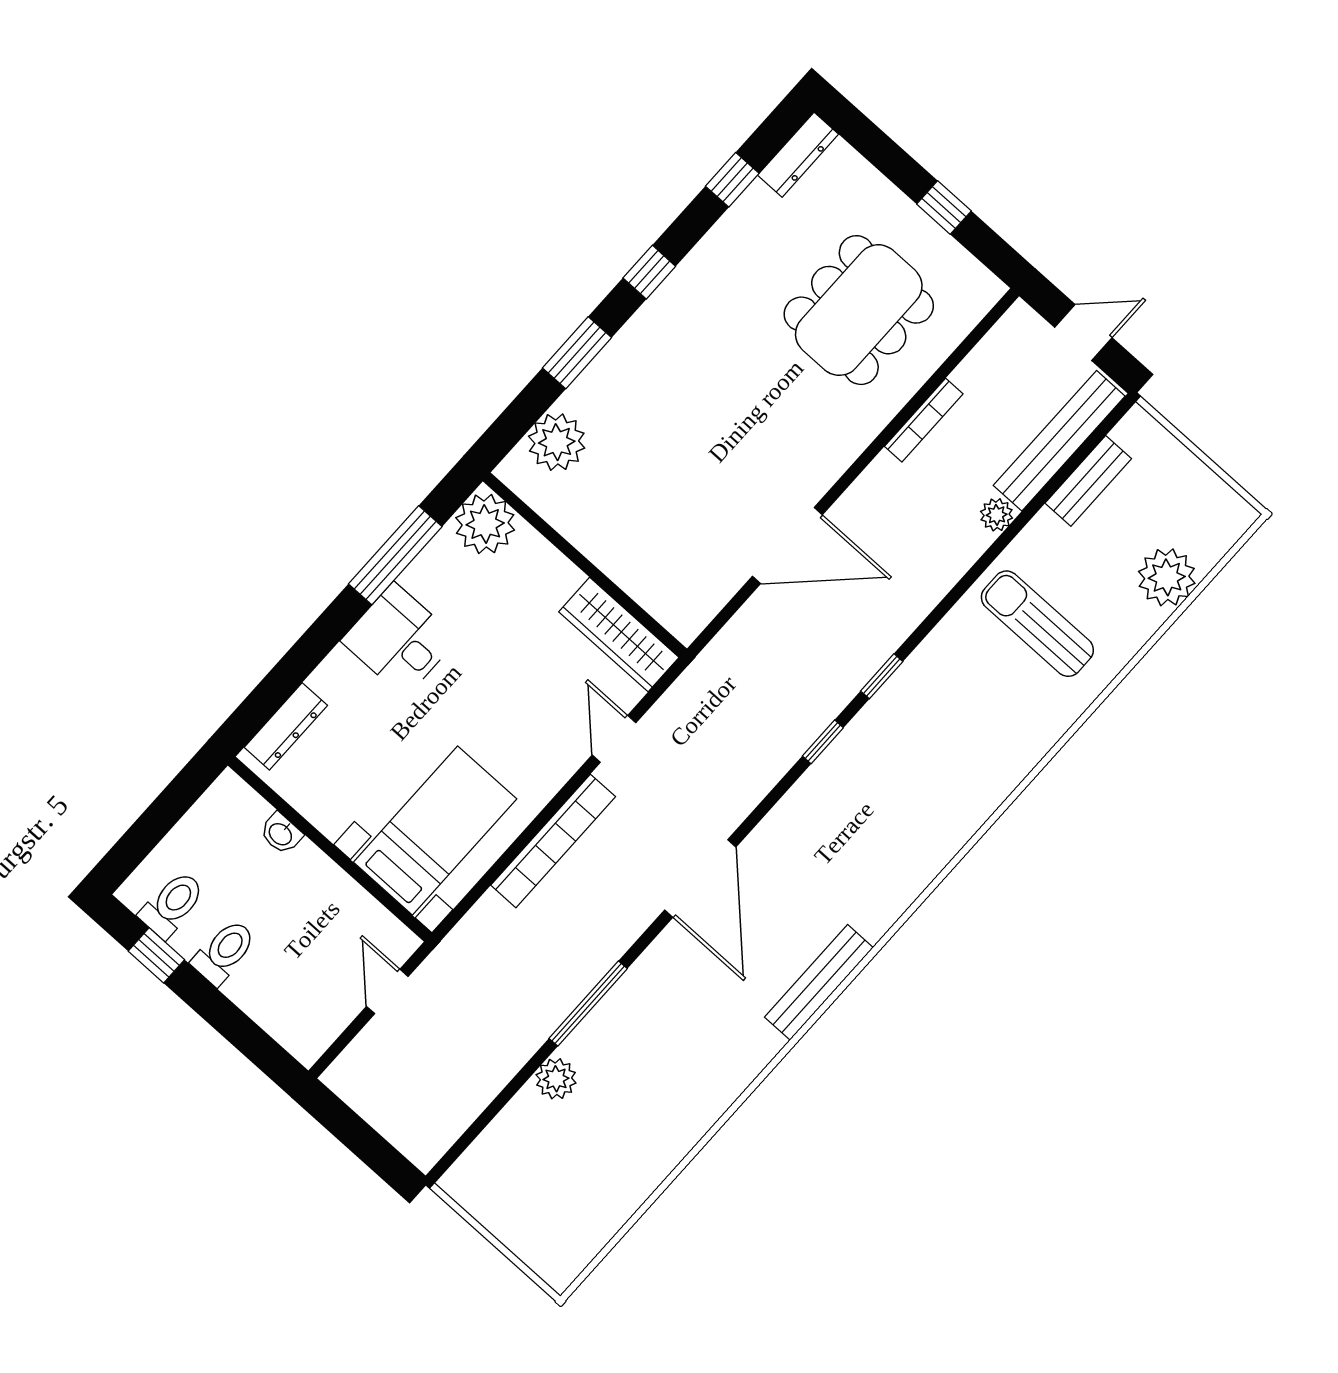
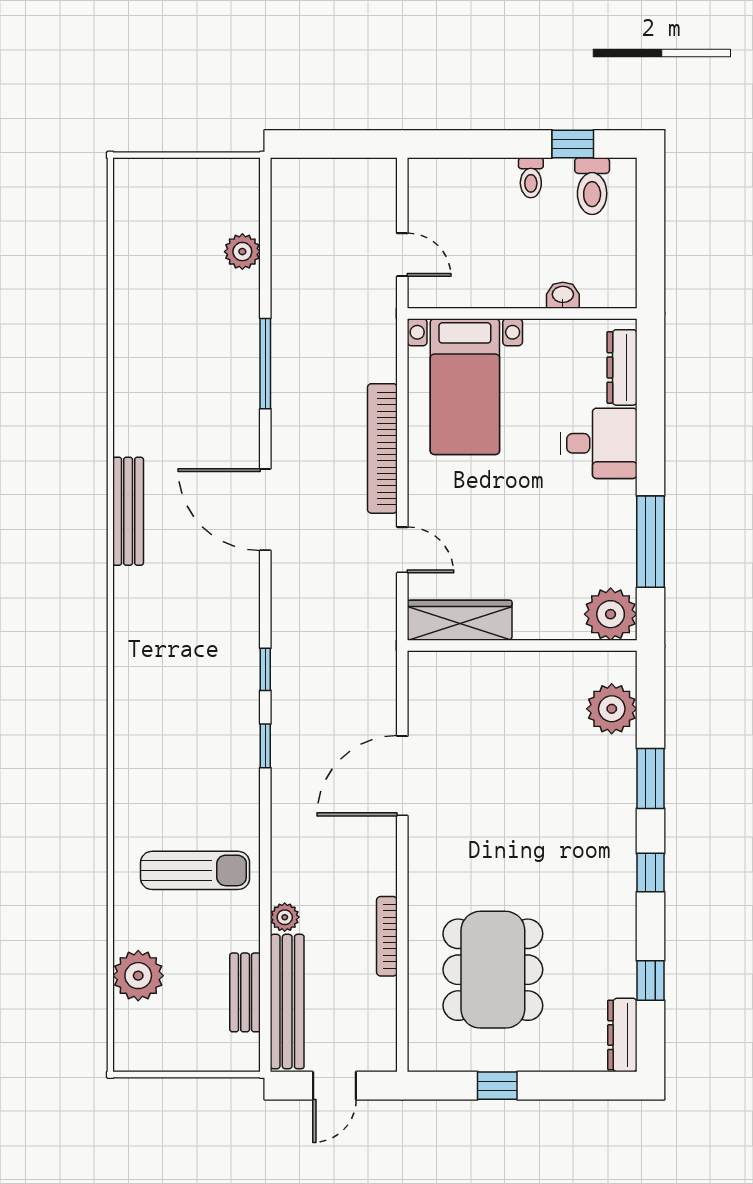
desk: (399, 640) -> (599, 443), moved
toilet: (224, 952) -> (531, 178), width x0.73, depth x0.72
plant: (556, 1079) -> (242, 252), moved

